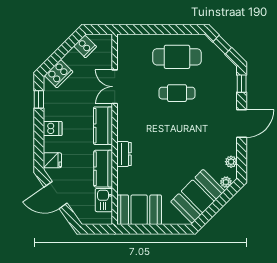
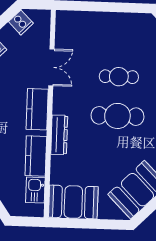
cafe table: (177, 57) -> (117, 116), moved
double door: (115, 87) -> (51, 67), swing flipped
dresser: (124, 154) -> (59, 135), width x1.44

